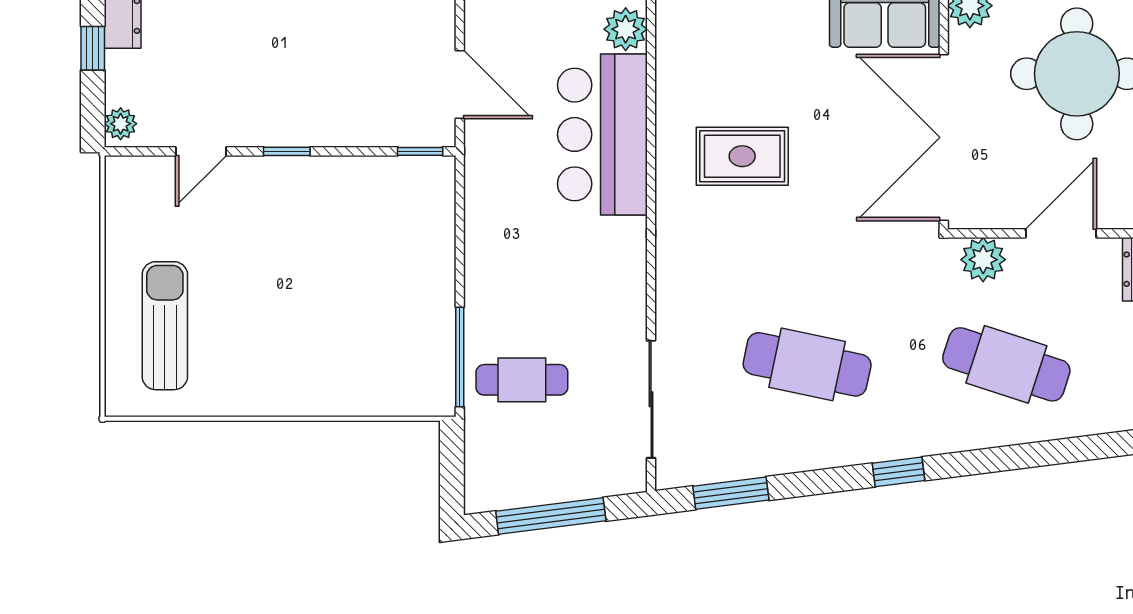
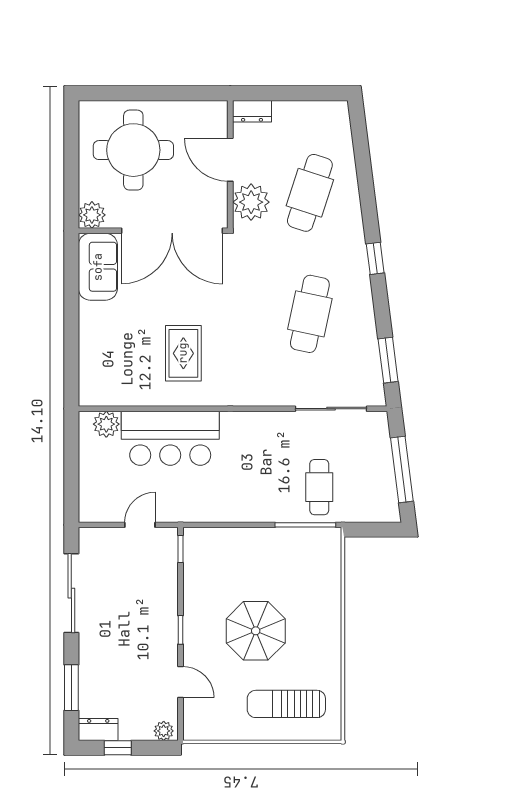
door: (460, 85) -> (140, 525), width x0.73
plant: (983, 260) -> (251, 202), width x1.36, depth x1.36
parasol: (285, 275) -> (256, 631), added

